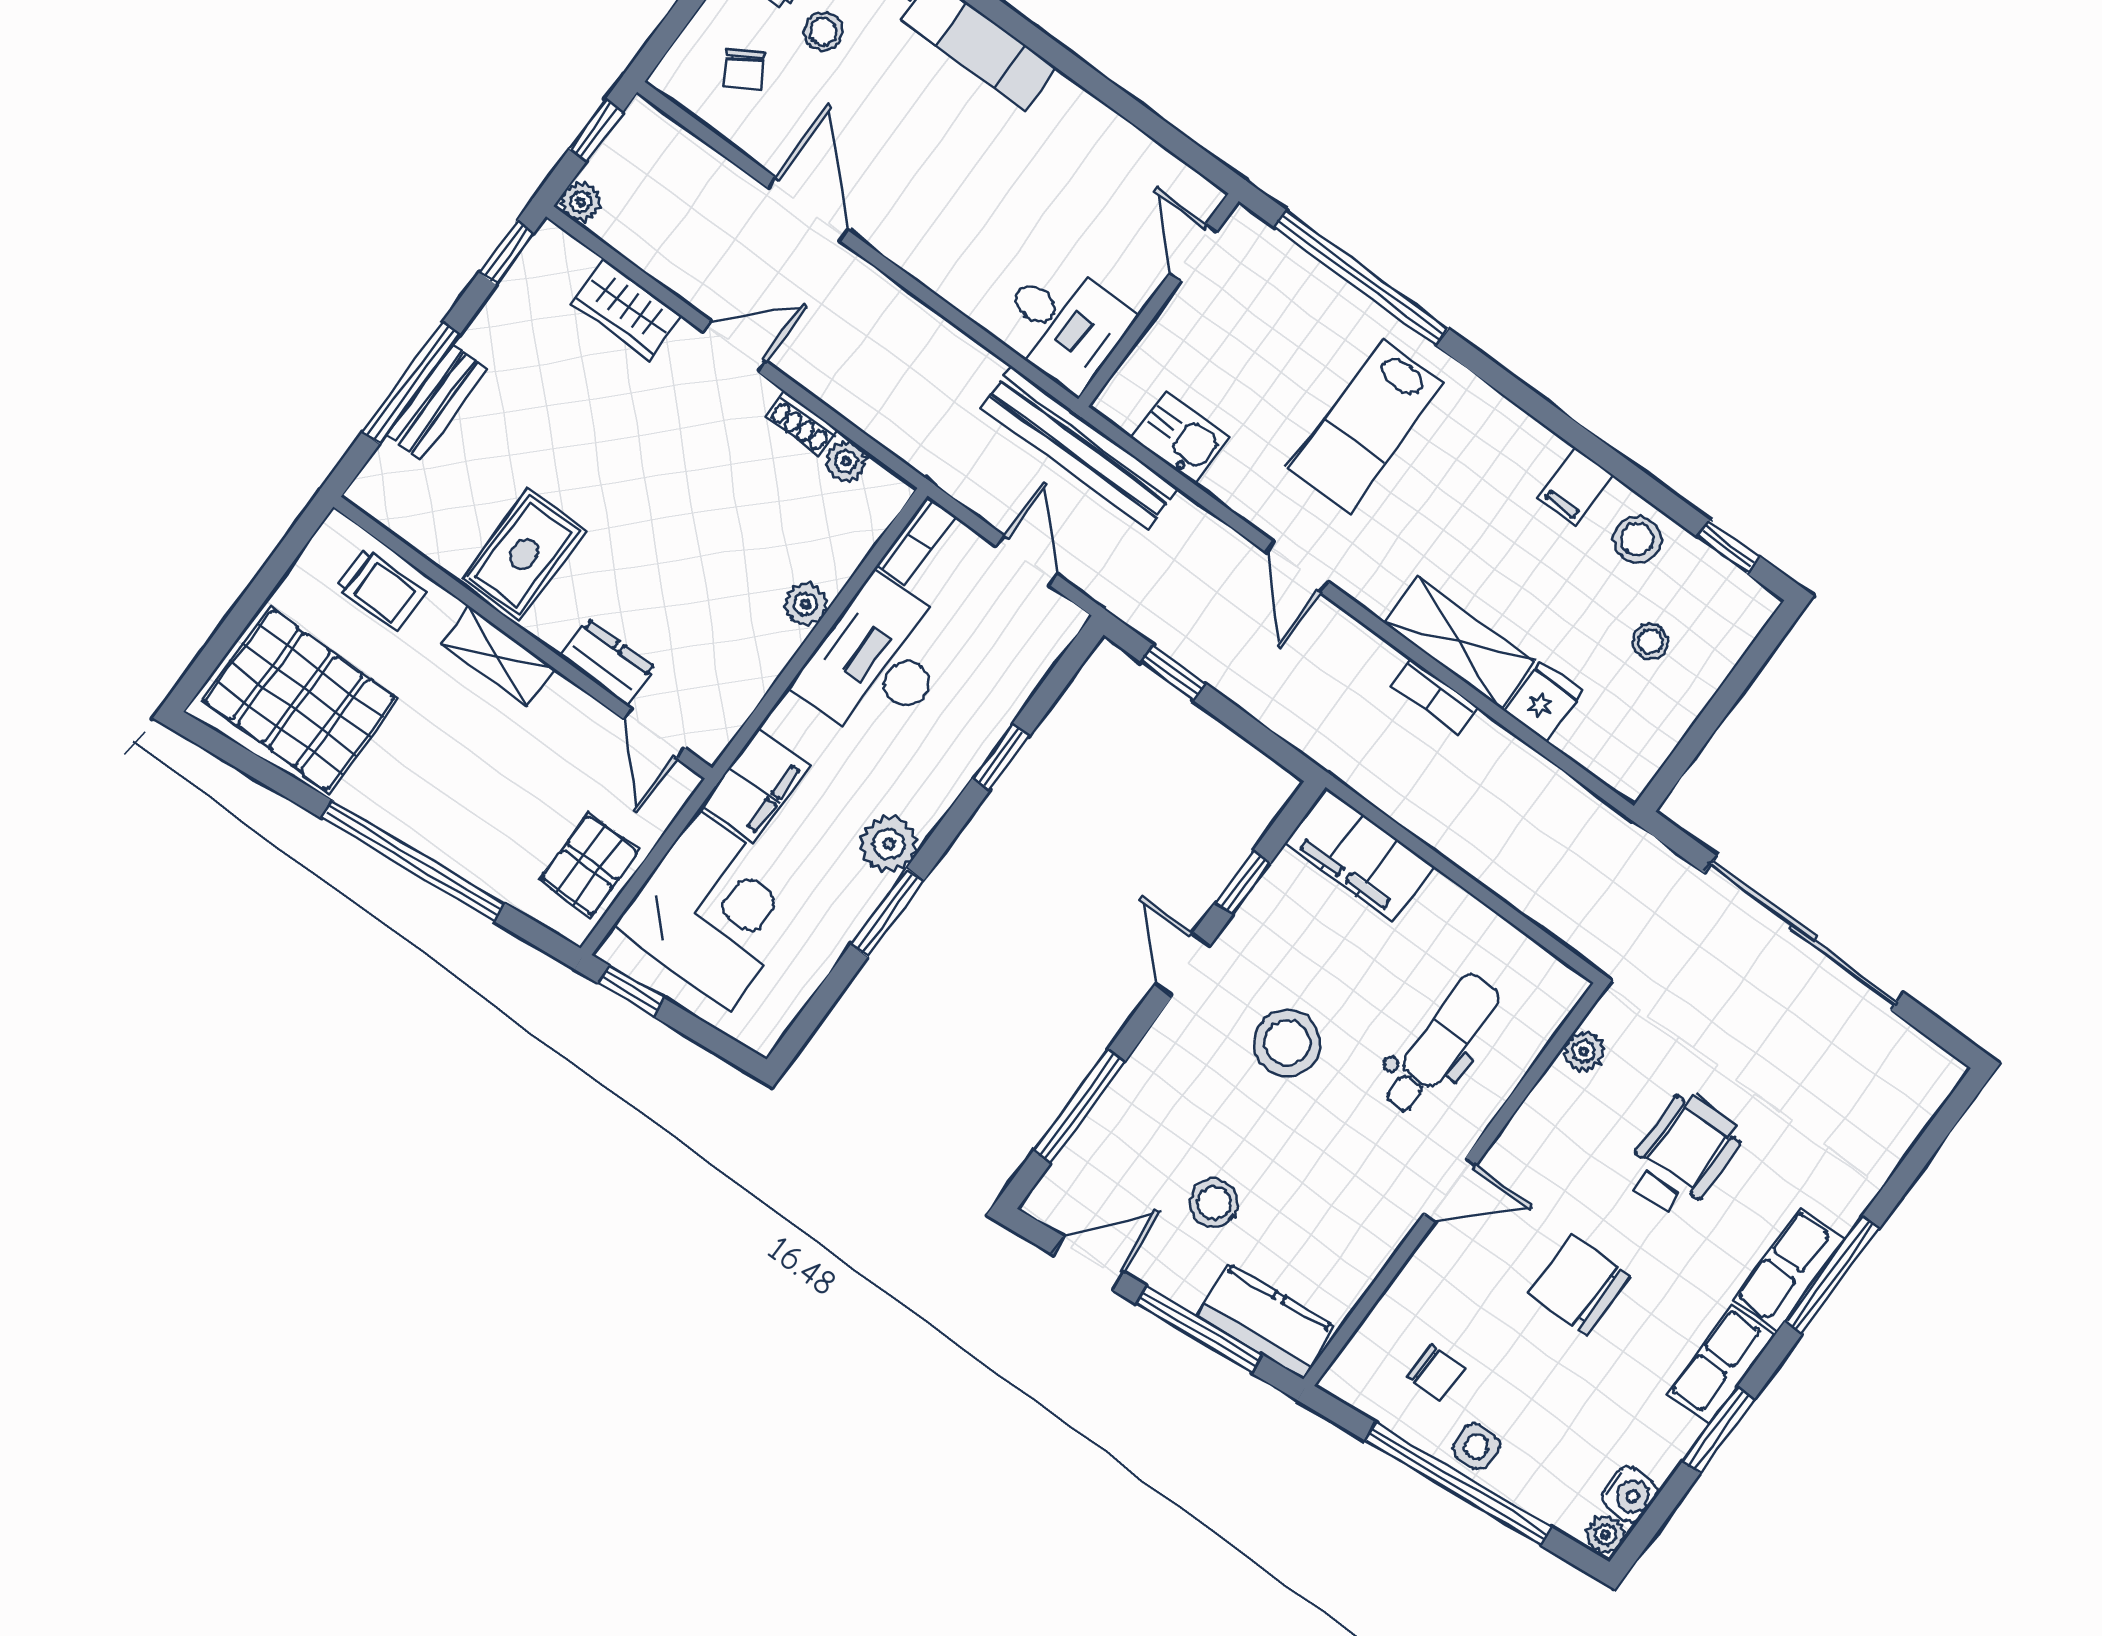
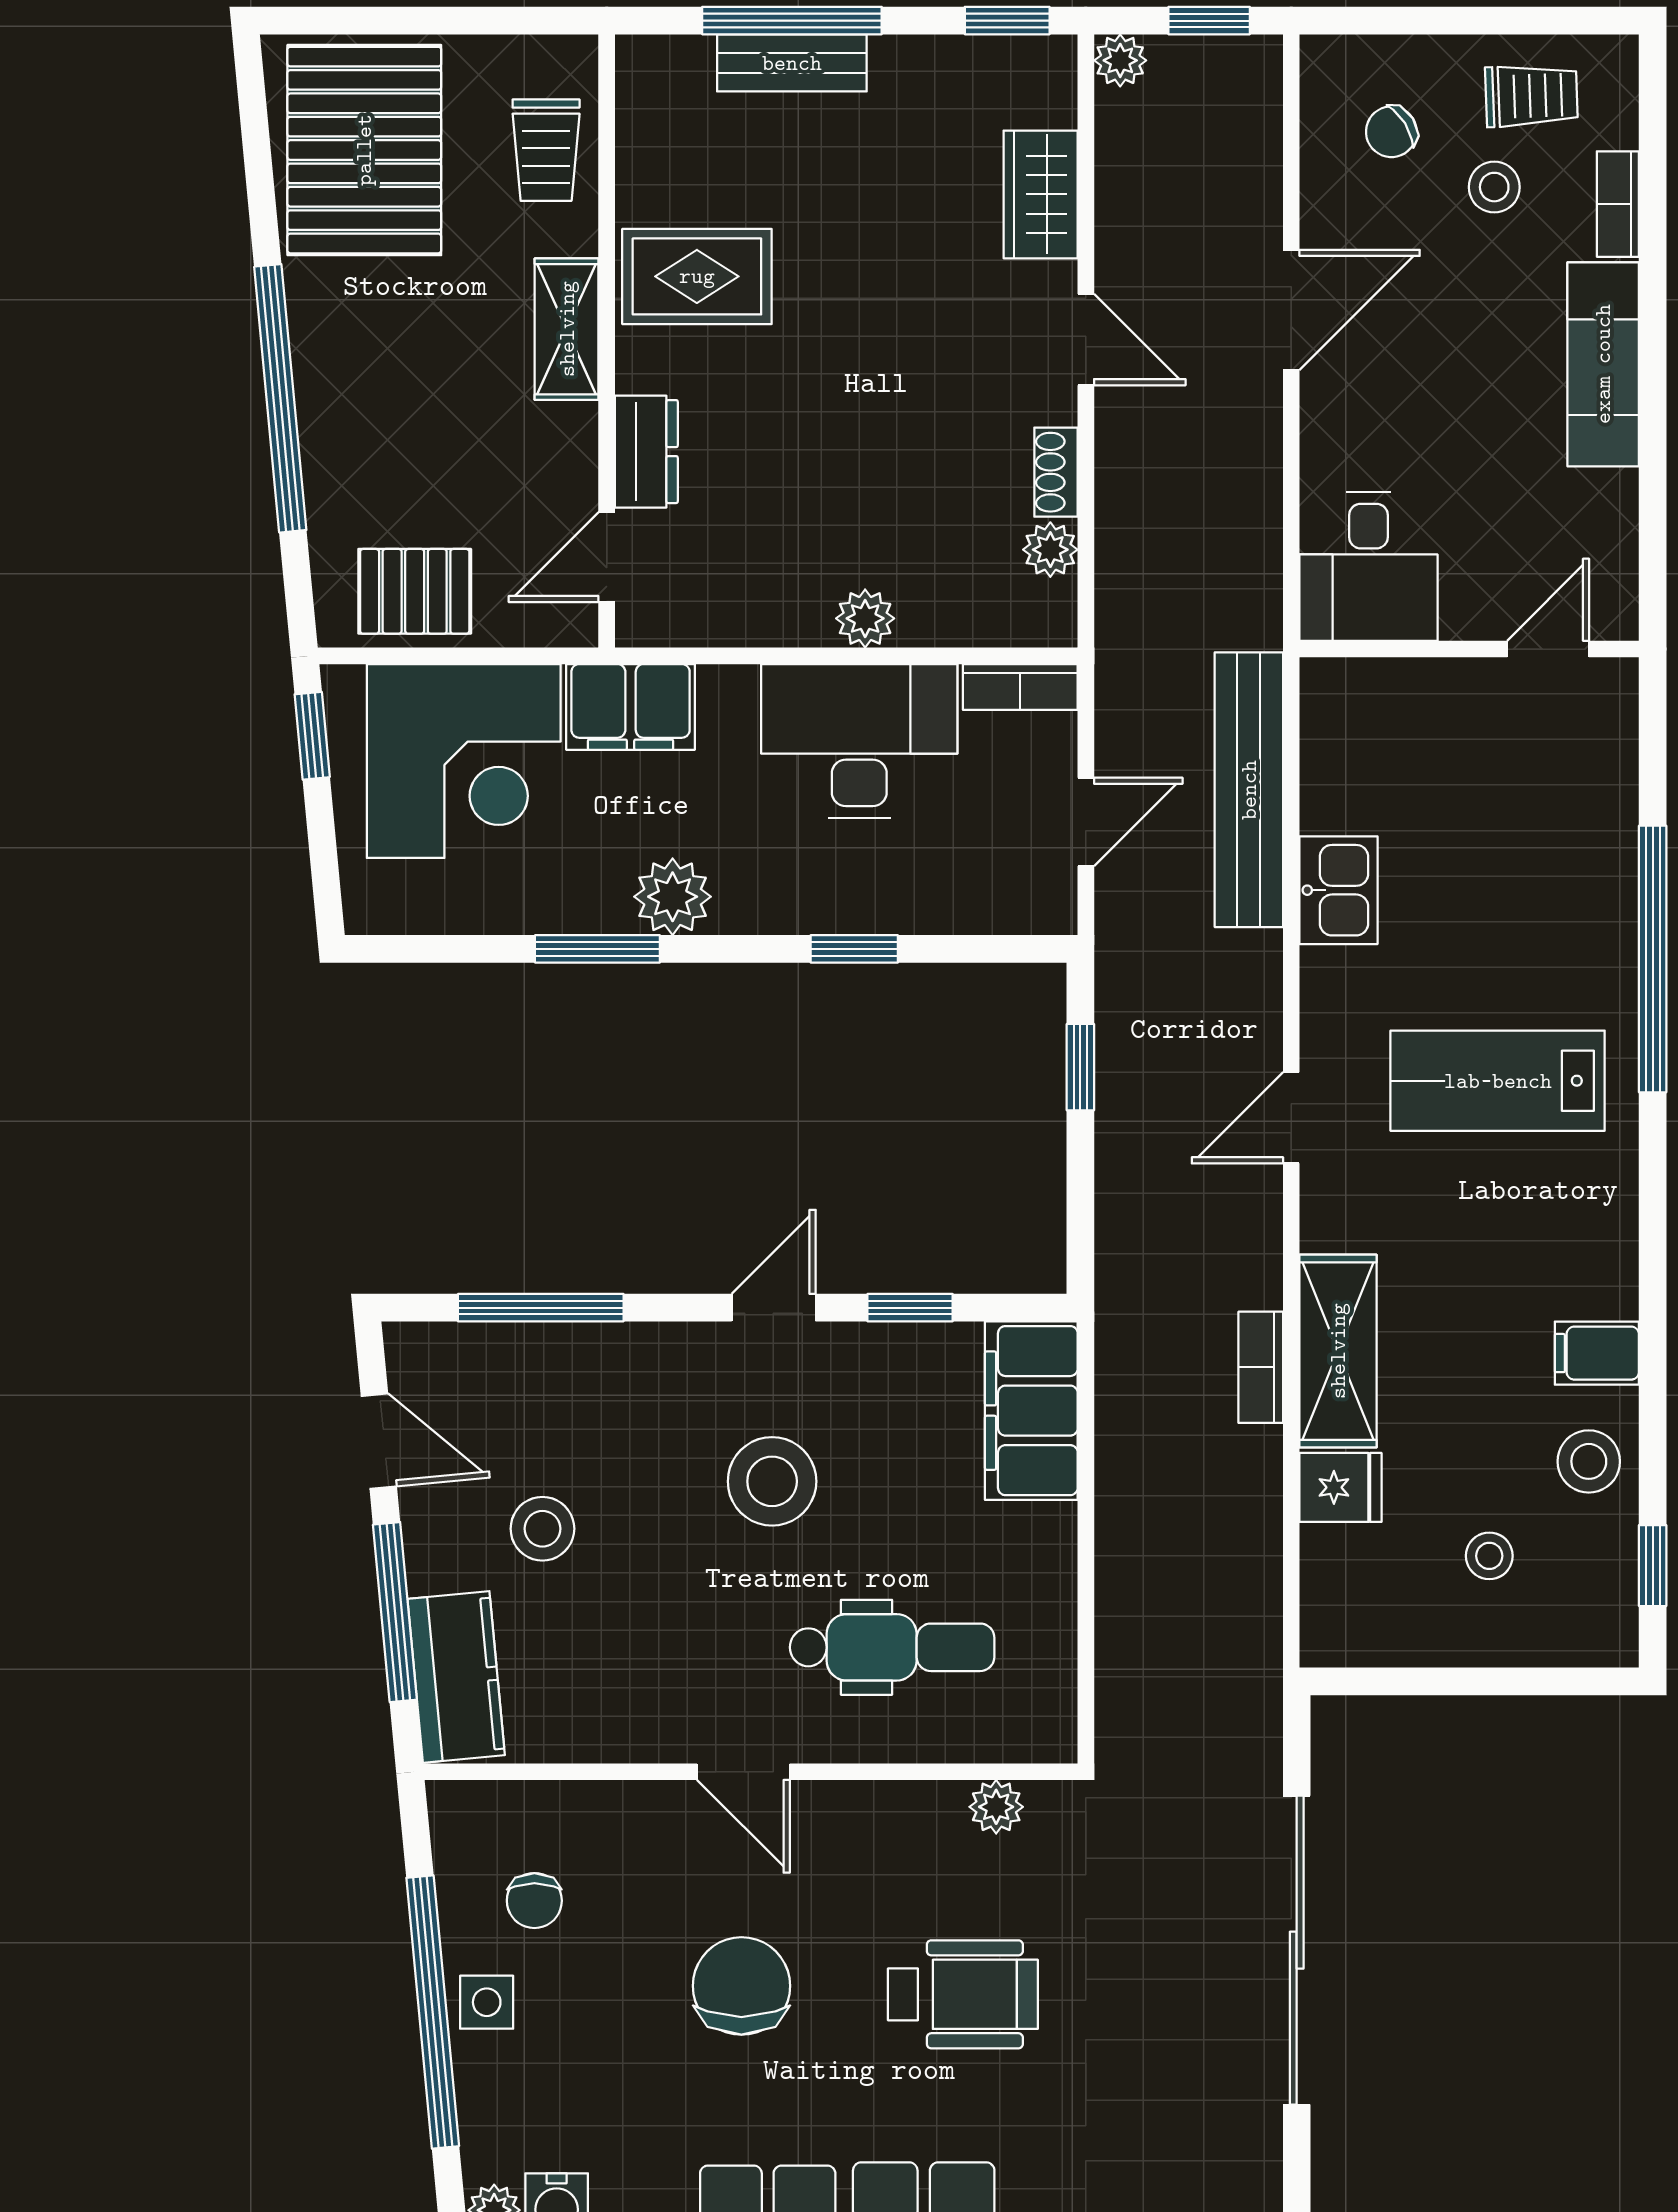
door: (1193, 252) -> (1548, 649), moved
wall: (1158, 300) -> (1469, 649), moved
desk: (1064, 324) -> (1368, 566), moved

